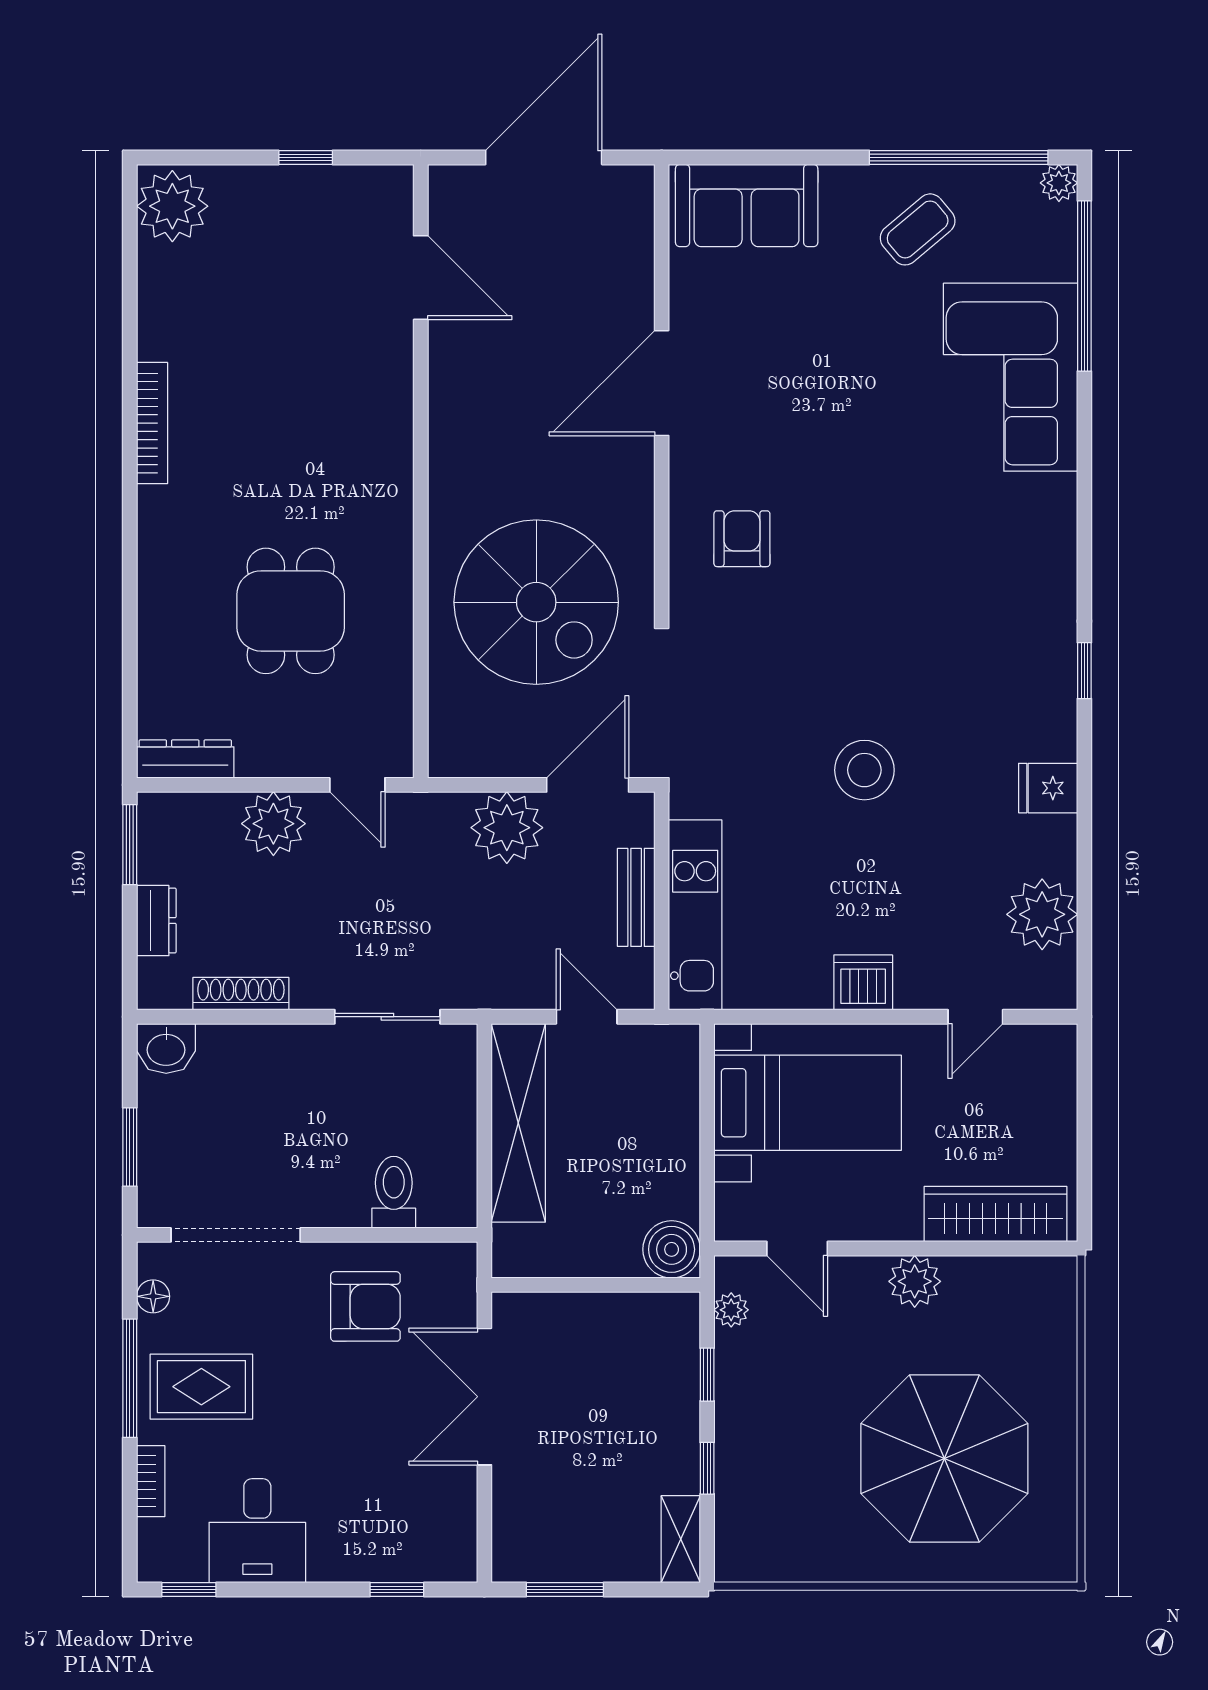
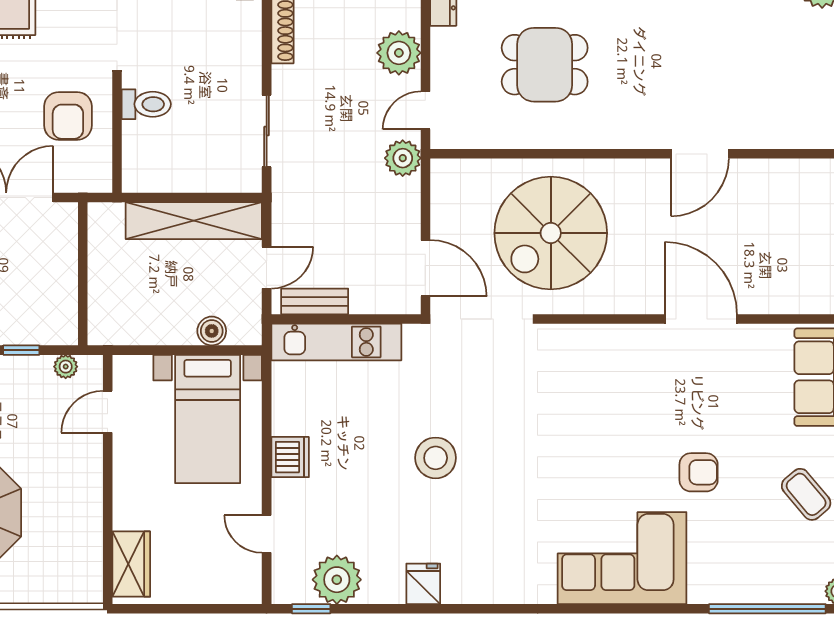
door: (421, 278) -> (700, 154), moved
corner sofa: (1010, 377) -> (622, 558), moved
armchair: (742, 539) -> (699, 472), moved
window: (1084, 671) -> (311, 609), moved
plant: (507, 828) -> (403, 158), moved, width x0.73, depth x0.73
bench: (636, 897) -> (315, 301), moved
toilet: (394, 1192) -> (146, 104), moved
wardrobe: (995, 1214) -> (131, 564), width x0.67
boiler: (672, 1249) -> (212, 331), moved, width x0.73, depth x0.73
plant: (915, 1281) -> (85, 492), removed

